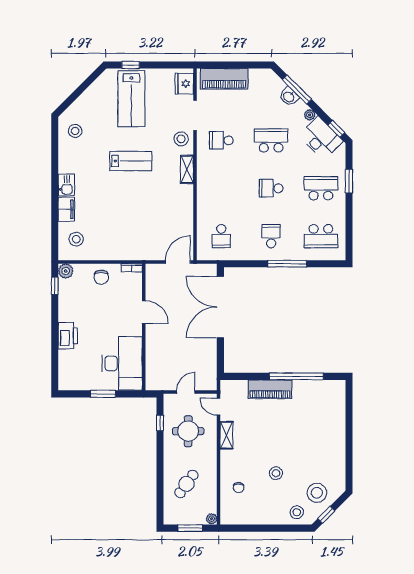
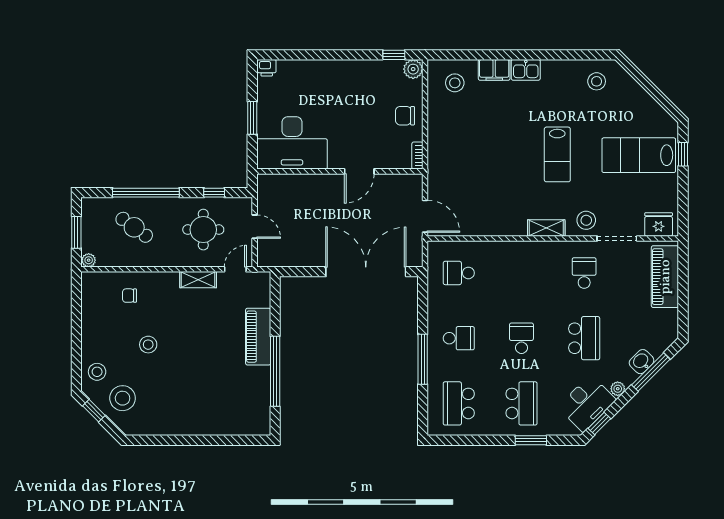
printer: (68, 336) -> (267, 68), moved, width x0.53, depth x0.68
window: (160, 475) -> (146, 193), added

